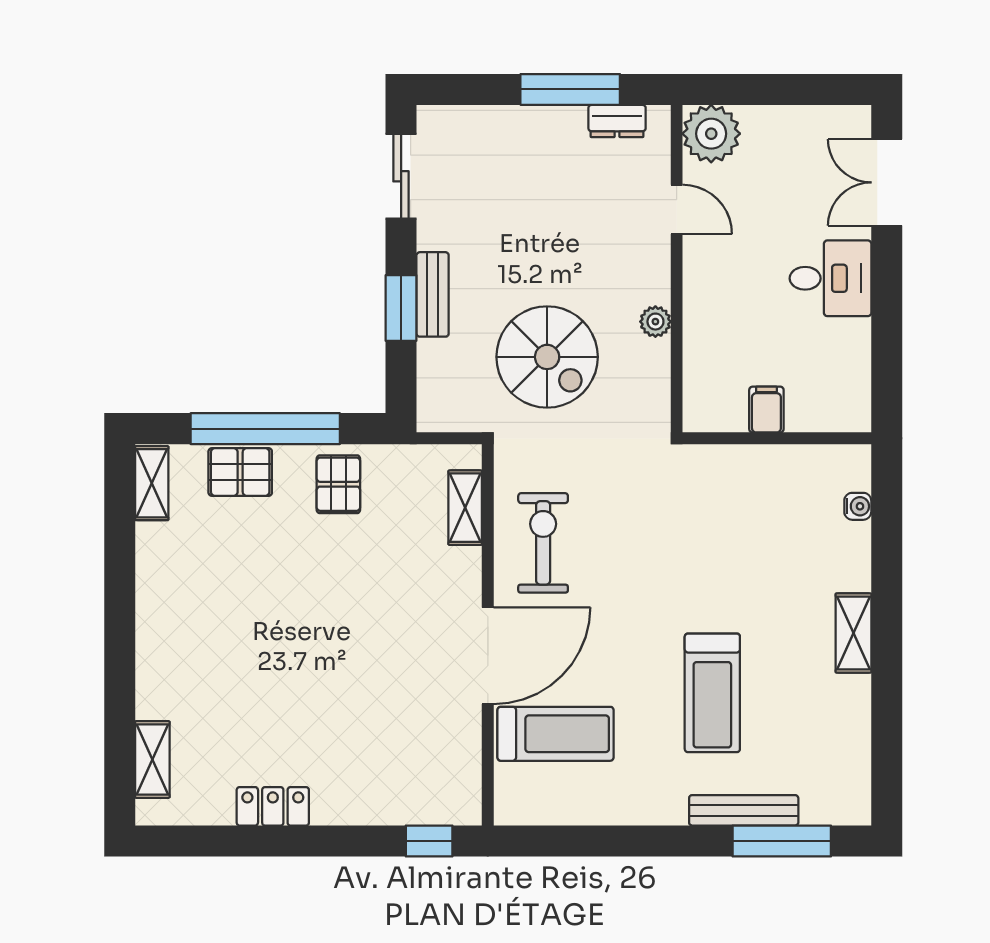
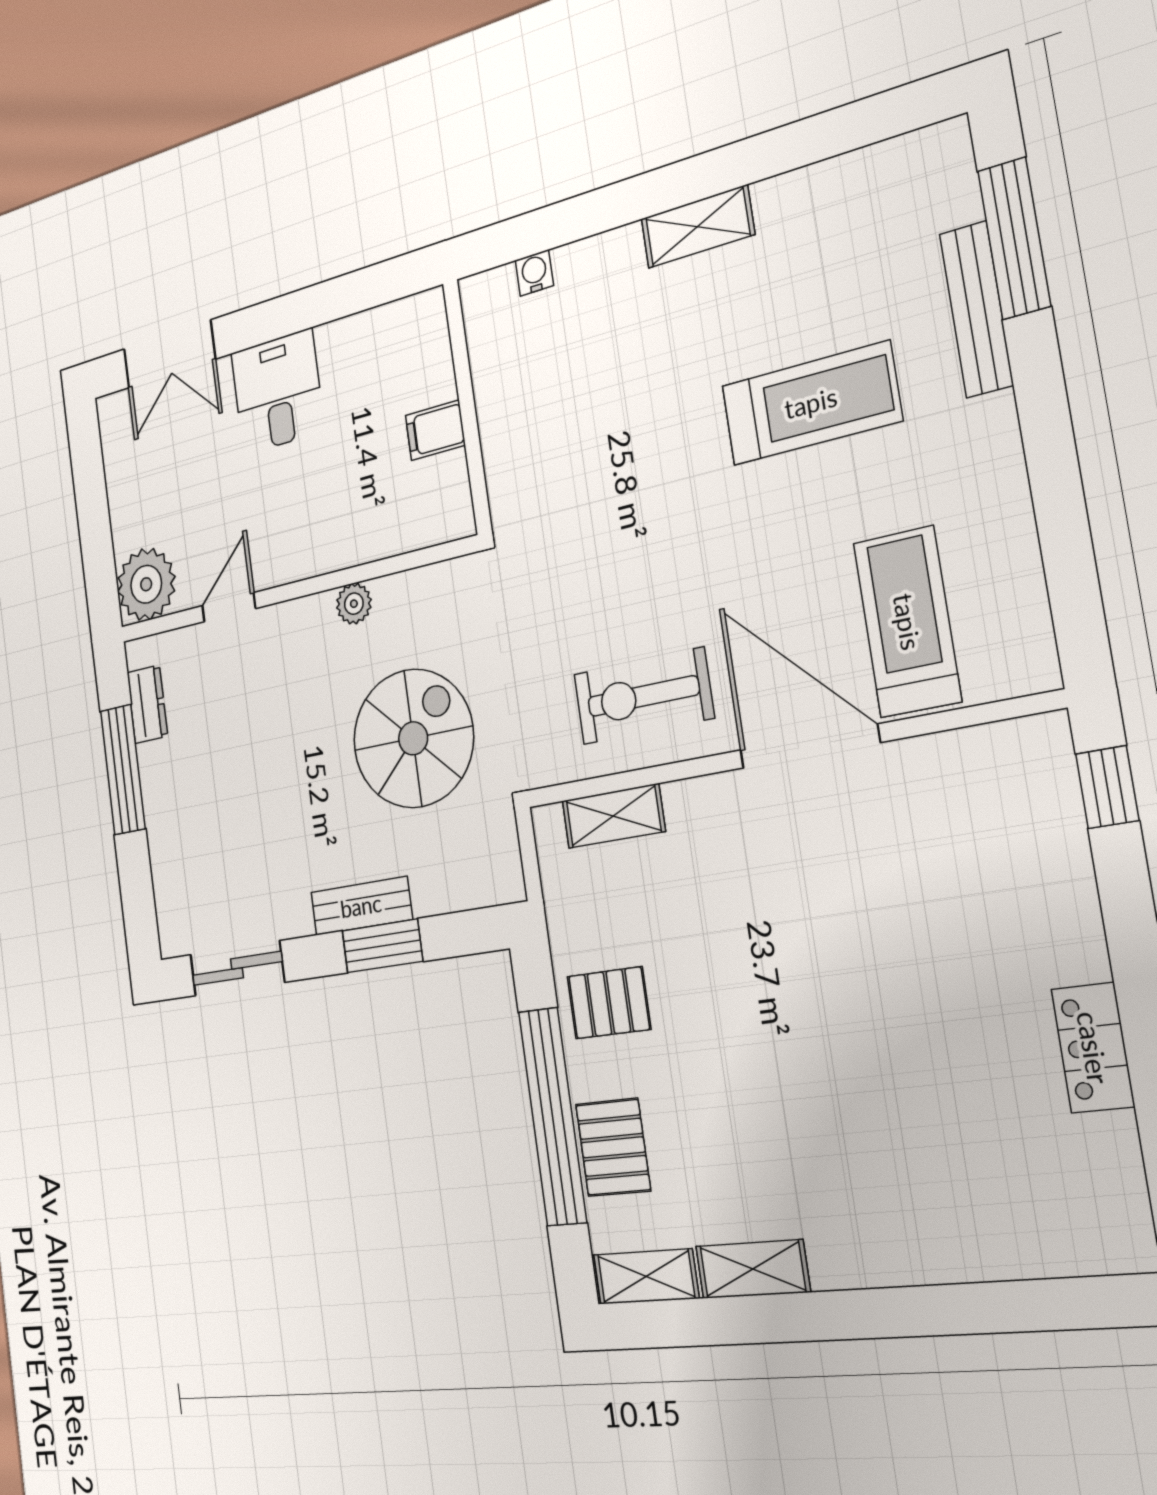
shelving: (152, 759) -> (753, 1269), moved

